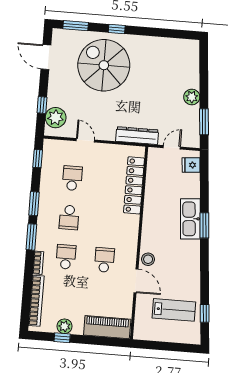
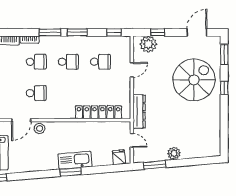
school desk: (69, 217) -> (68, 62), turned 180

